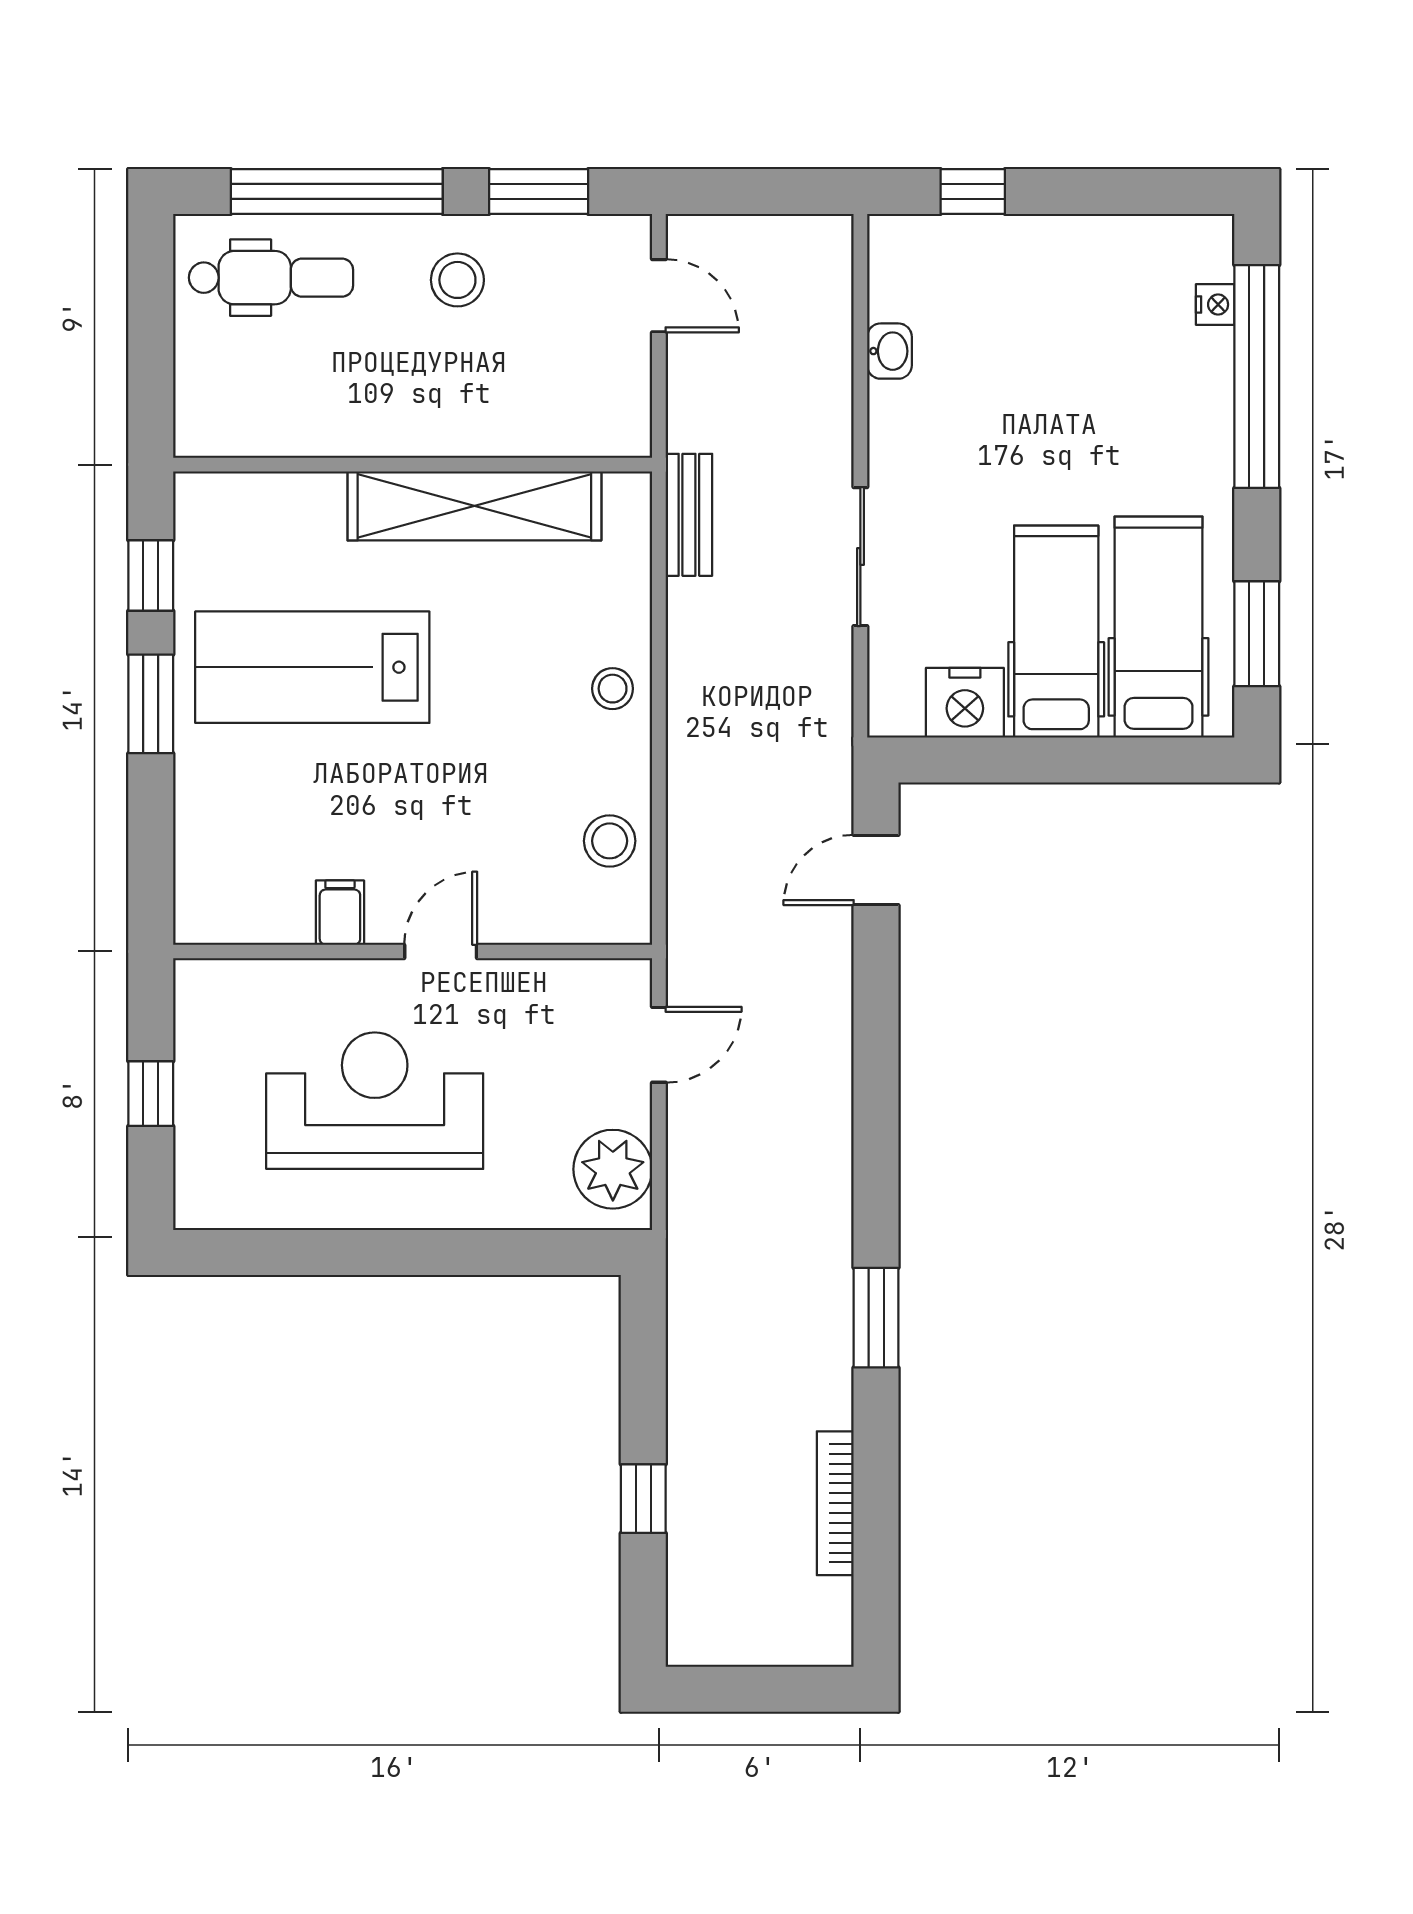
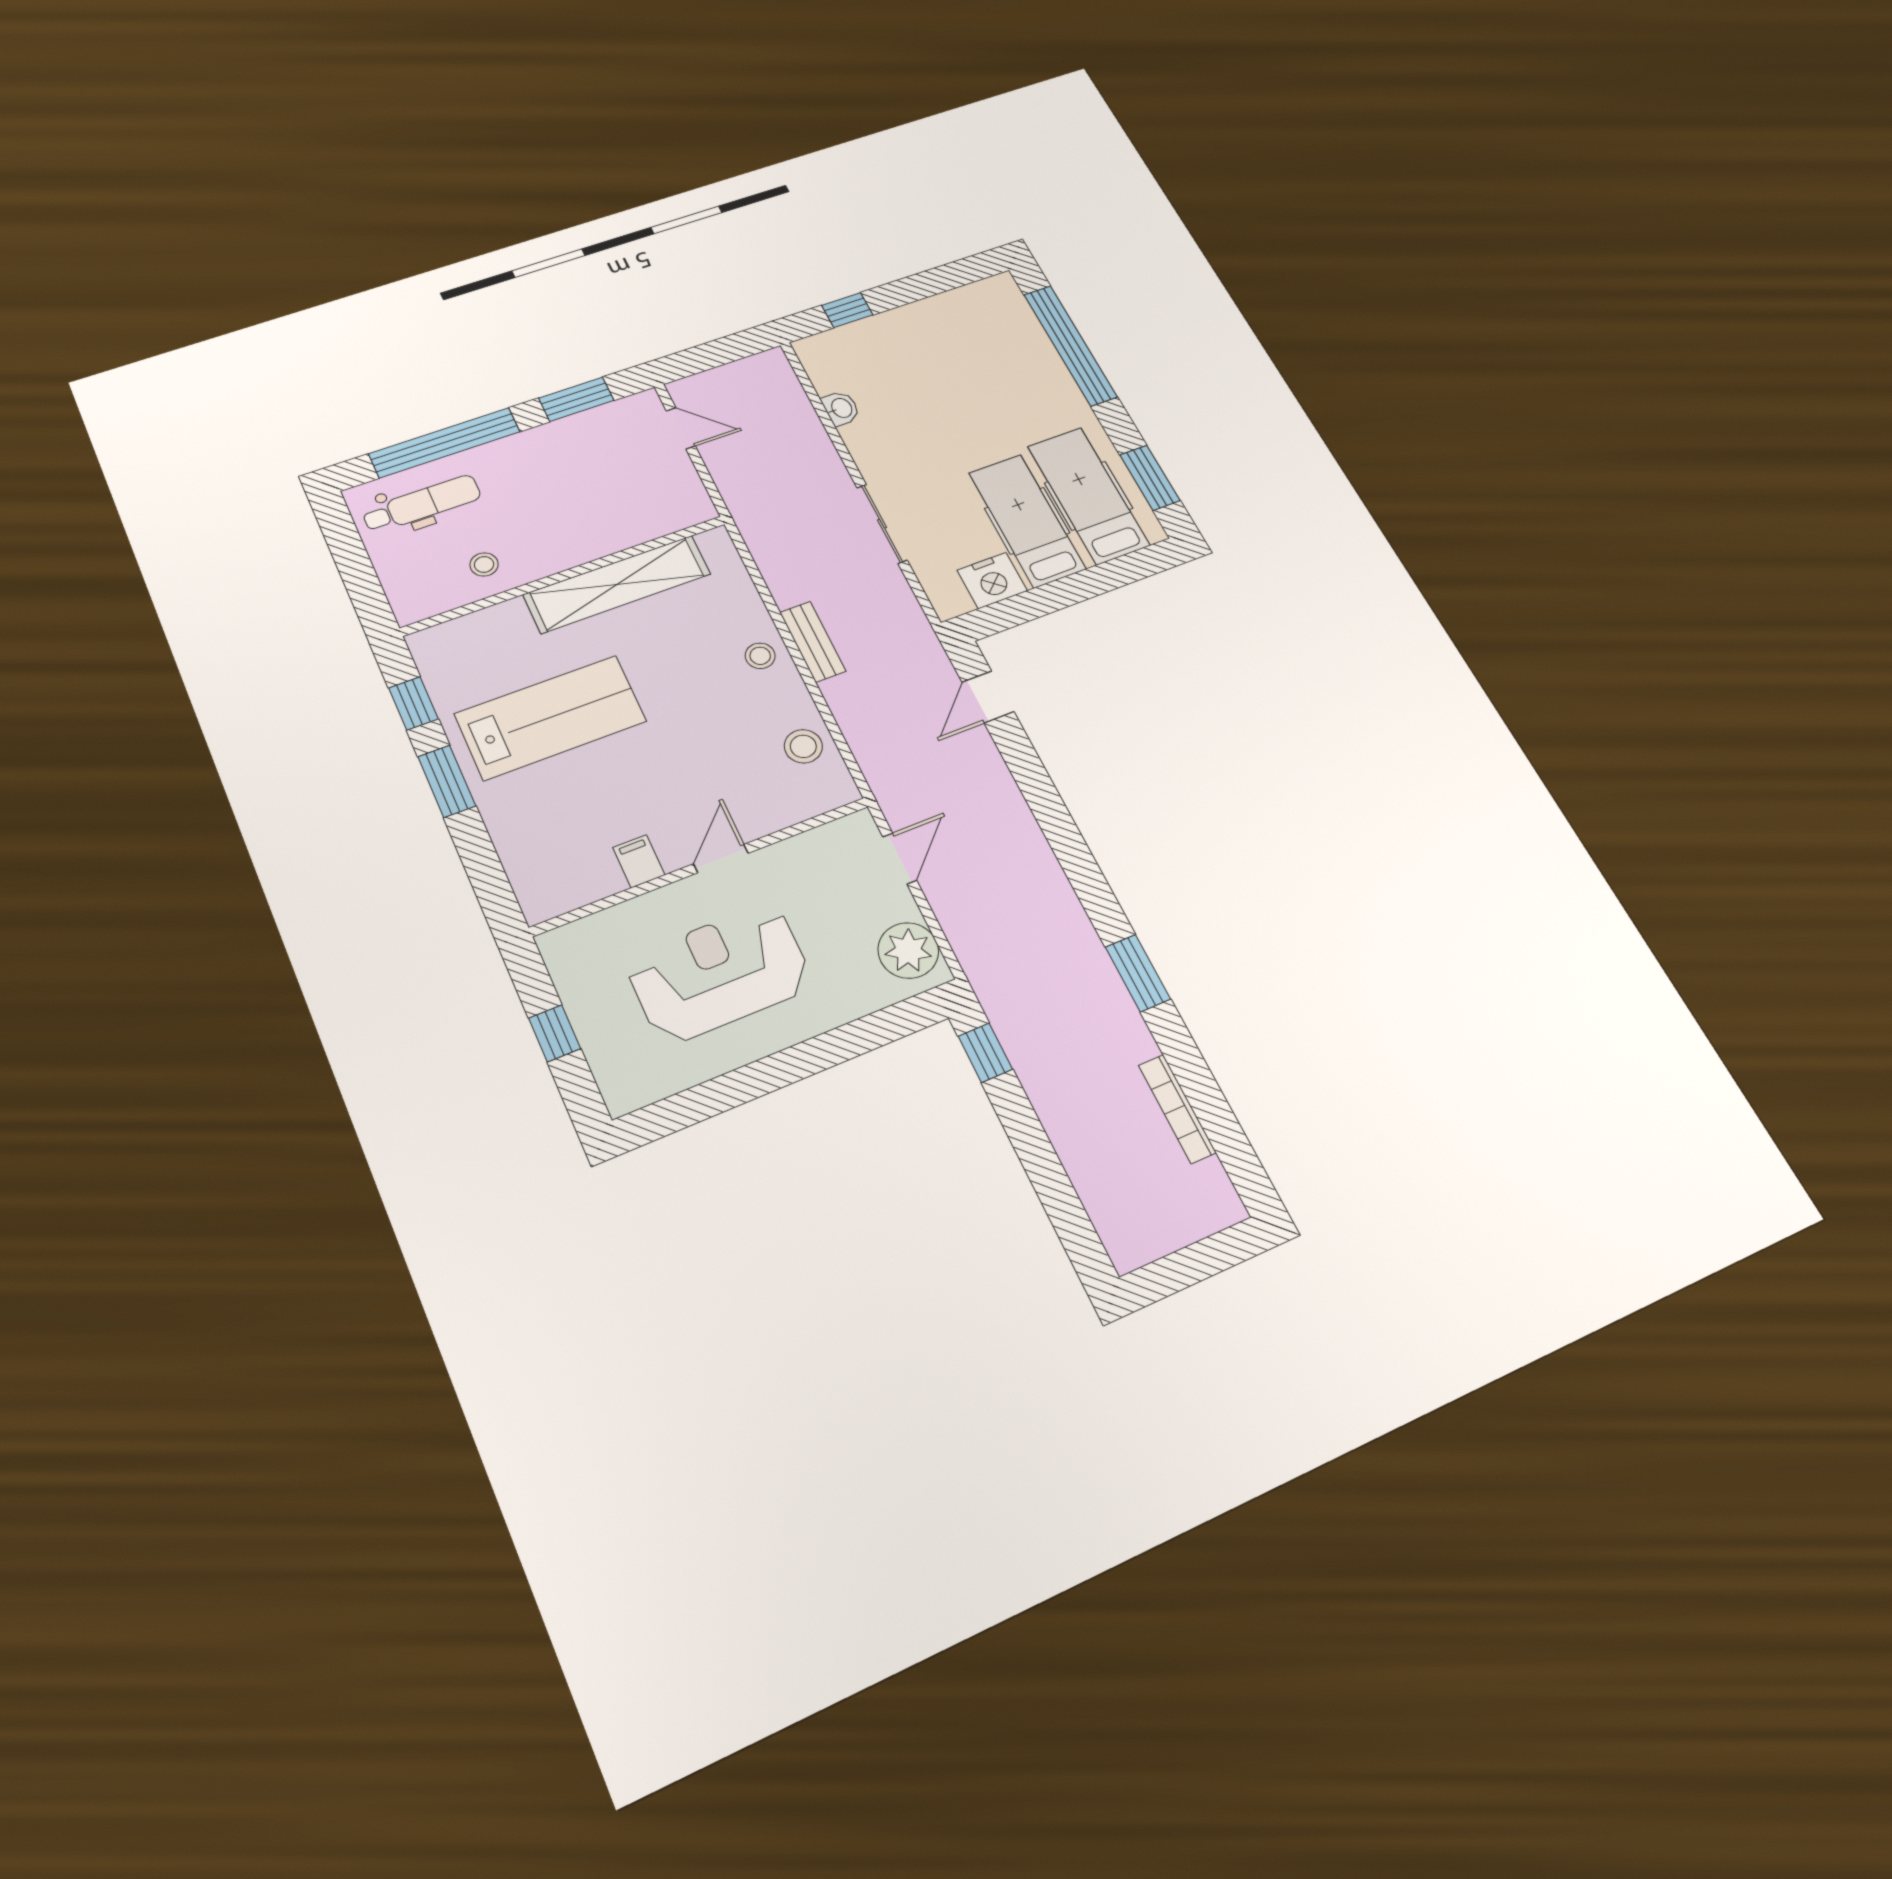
stool: (457, 280) -> (484, 564), moved, width x0.73, depth x0.73
nightstand: (1215, 305) -> (1024, 318), removed
bench: (689, 515) -> (813, 642), moved
lab bench: (312, 667) -> (551, 717), turned 180
window: (643, 1499) -> (985, 1053), moved

